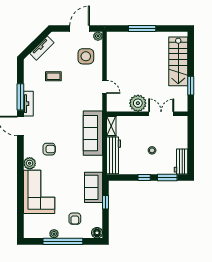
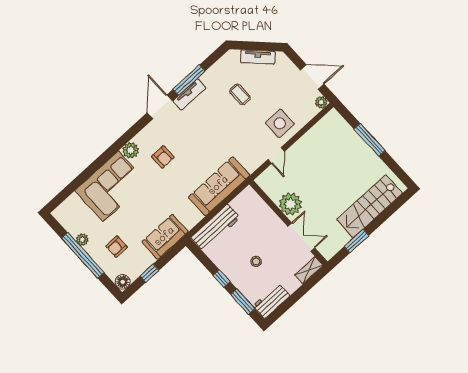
side table: (86, 56) -> (280, 123), moved
shelving: (111, 126) -> (309, 270), moved
window: (106, 202) -> (149, 273), moved

